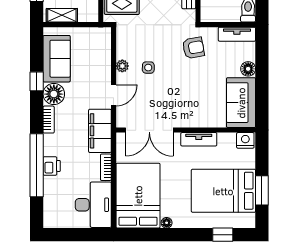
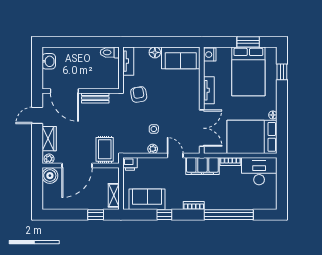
floor lamp: (54, 94) -> (174, 201), removed
printer: (52, 166) -> (130, 164), moved, turned 180

